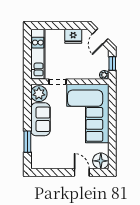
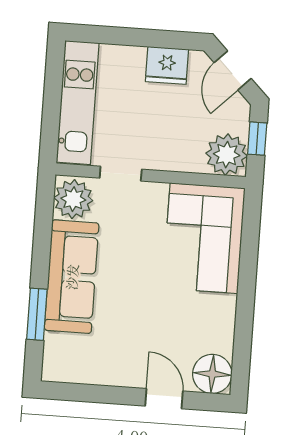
plant: (104, 75) -> (227, 155), width x1.88, depth x1.88
corner sofa: (88, 114) -> (204, 238), width x0.73, depth x0.74
sofa: (40, 119) -> (72, 277), width x1.36

